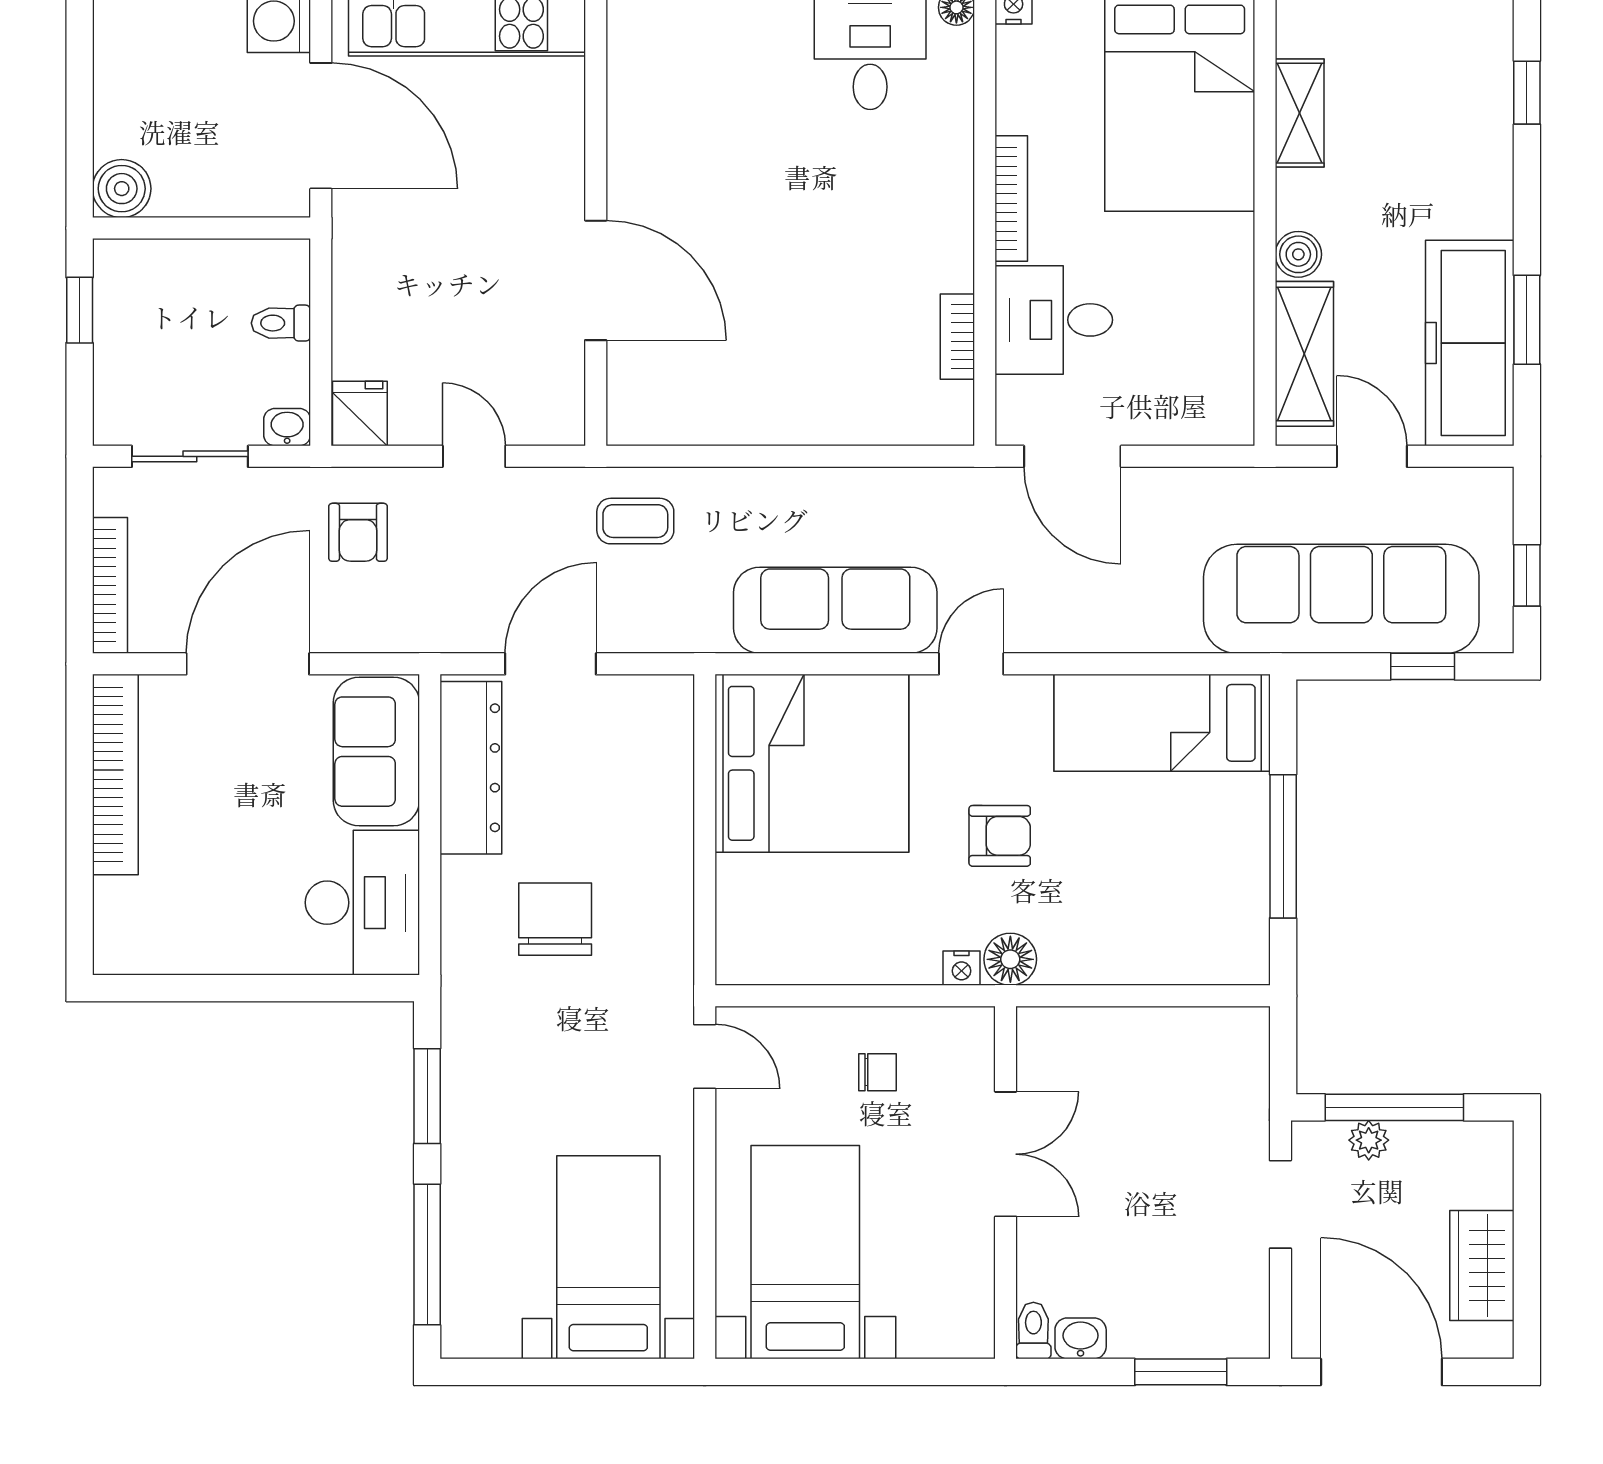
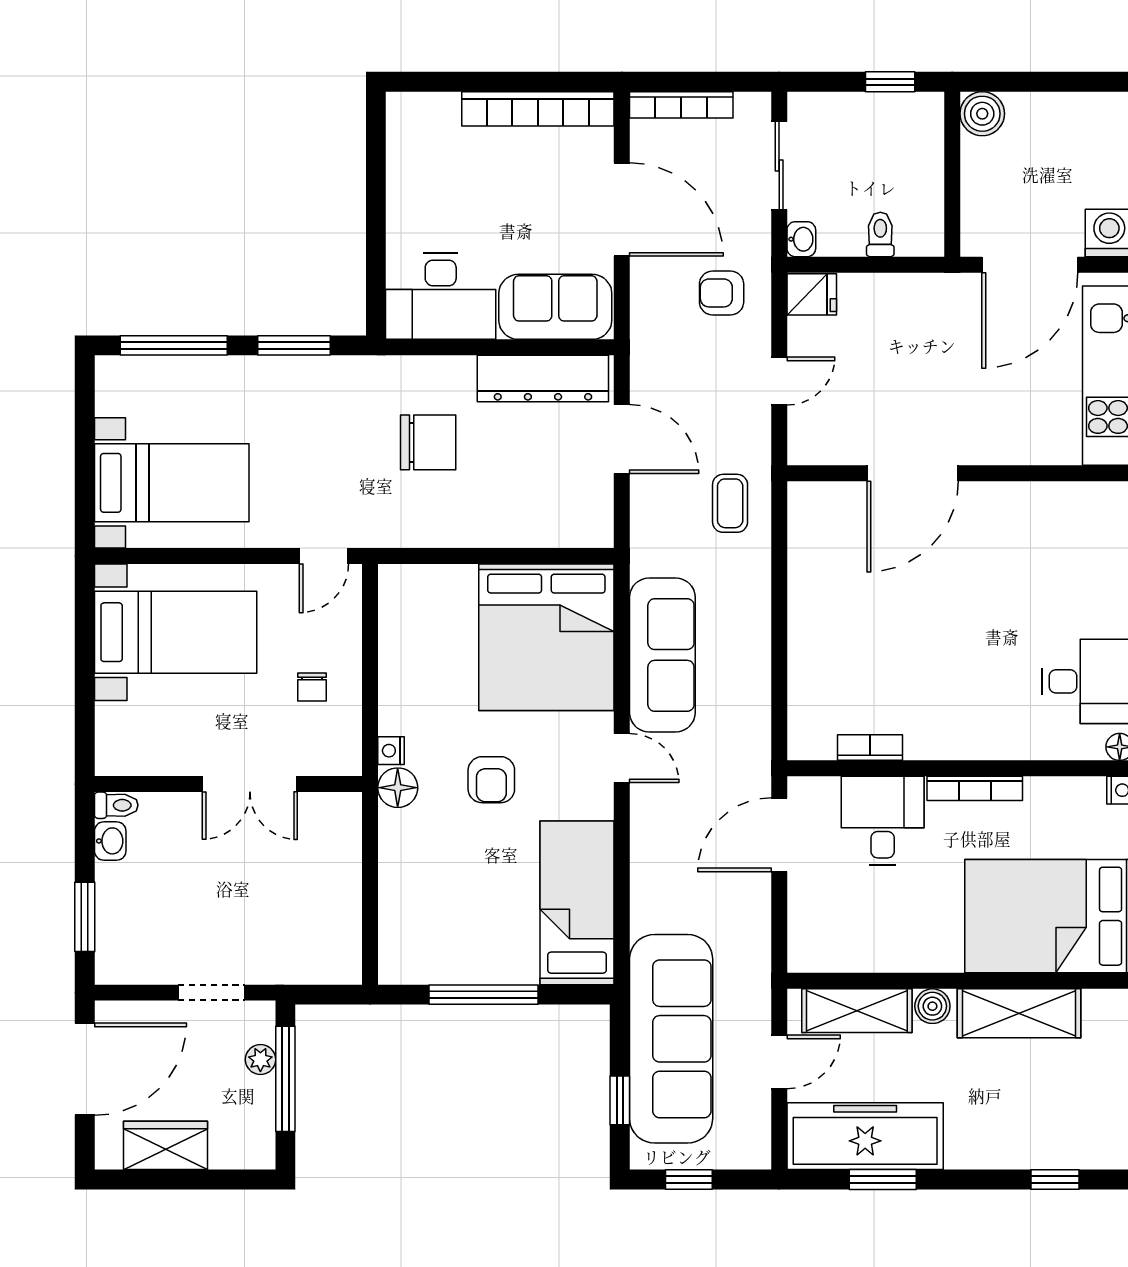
shelving: (1300, 113) -> (1019, 1013), width x1.50, depth x1.33

